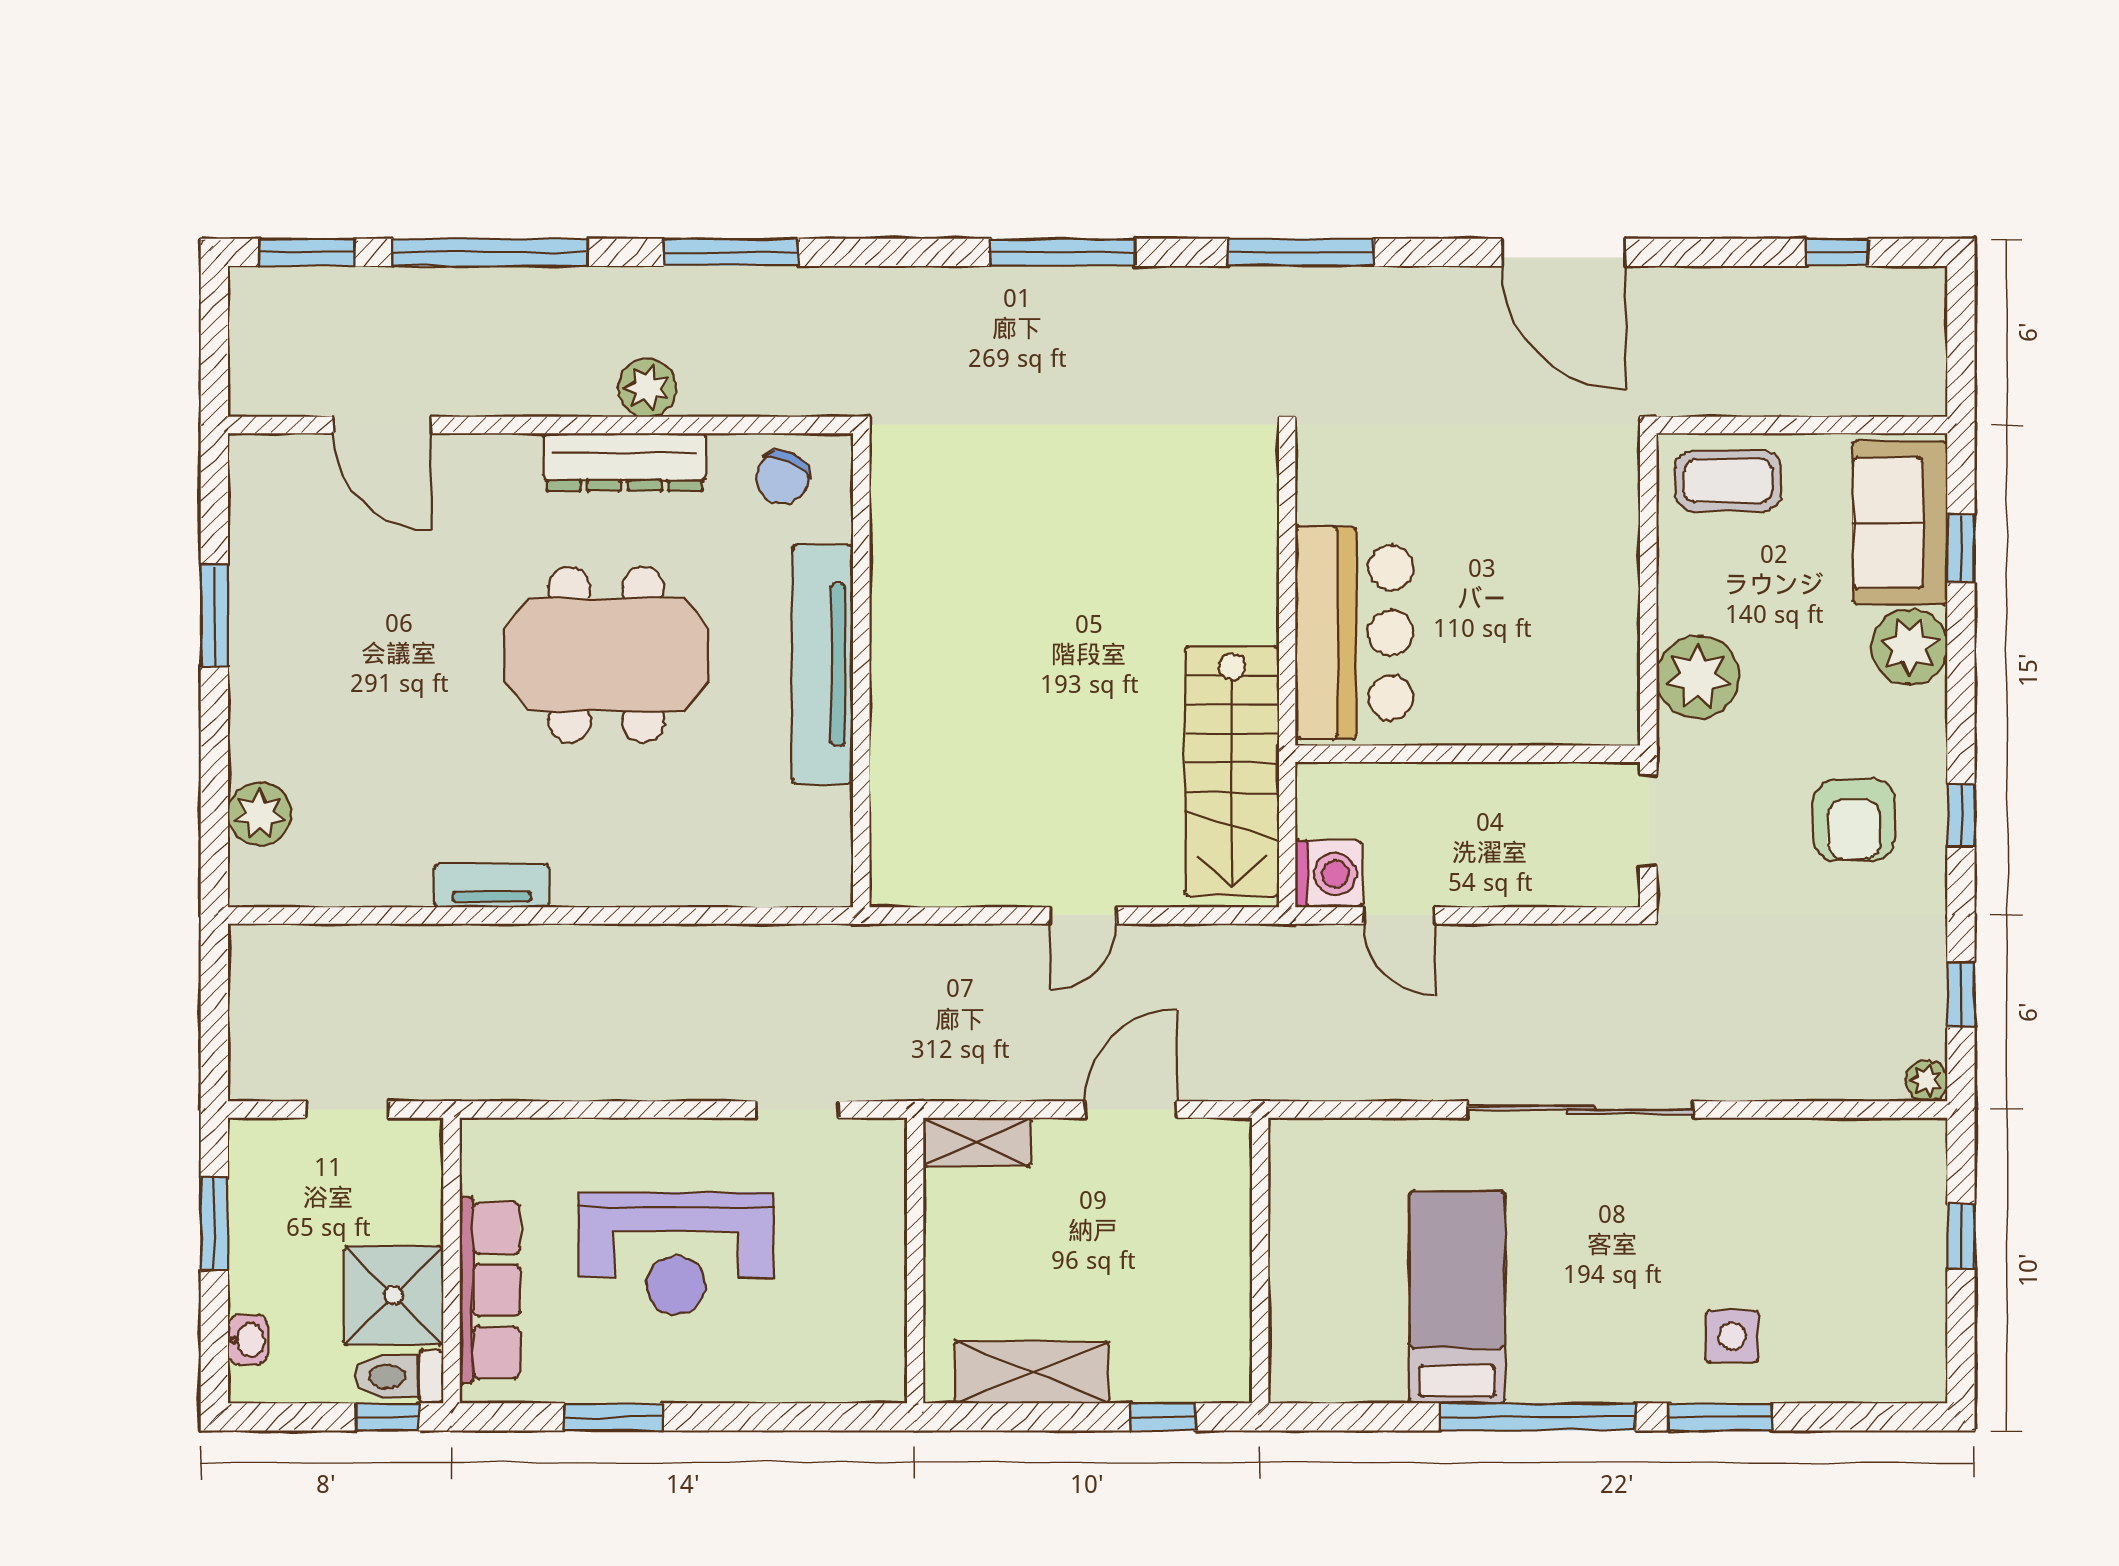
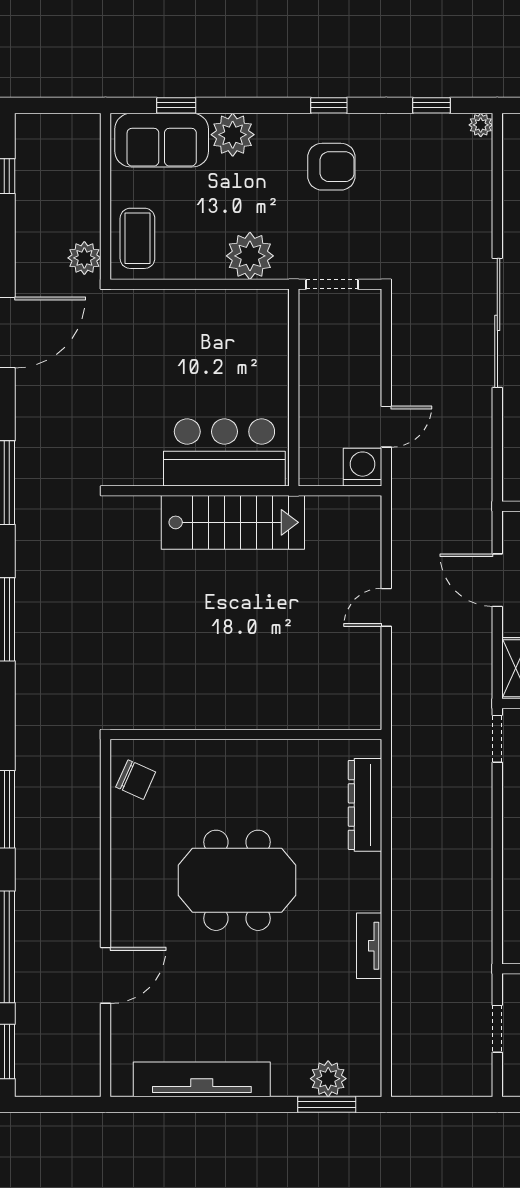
plant: (647, 388) -> (84, 258), moved
door: (382, 425) -> (106, 975), moved
dresser: (625, 462) -> (365, 805), moved, turned 180
window: (214, 615) -> (327, 1104), moved
meeting table: (606, 655) -> (237, 880), turned 90
tv unit: (823, 665) -> (202, 1079), moved, turned 180
stairs: (1232, 771) -> (233, 522), moved
door: (1083, 915) -> (386, 607), swing flipped
doorway: (798, 1110) -> (497, 739), moved

